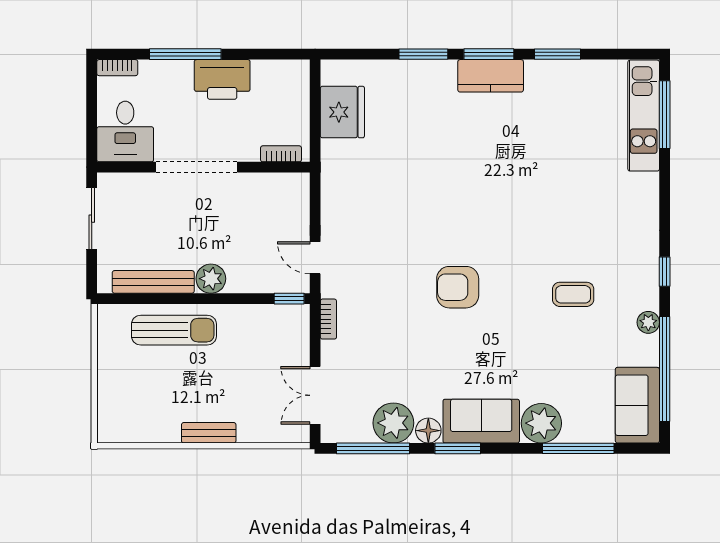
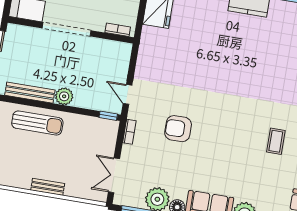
armchair: (458, 287) -> (178, 129), moved
coffee table: (573, 294) -> (276, 141), turned 90

